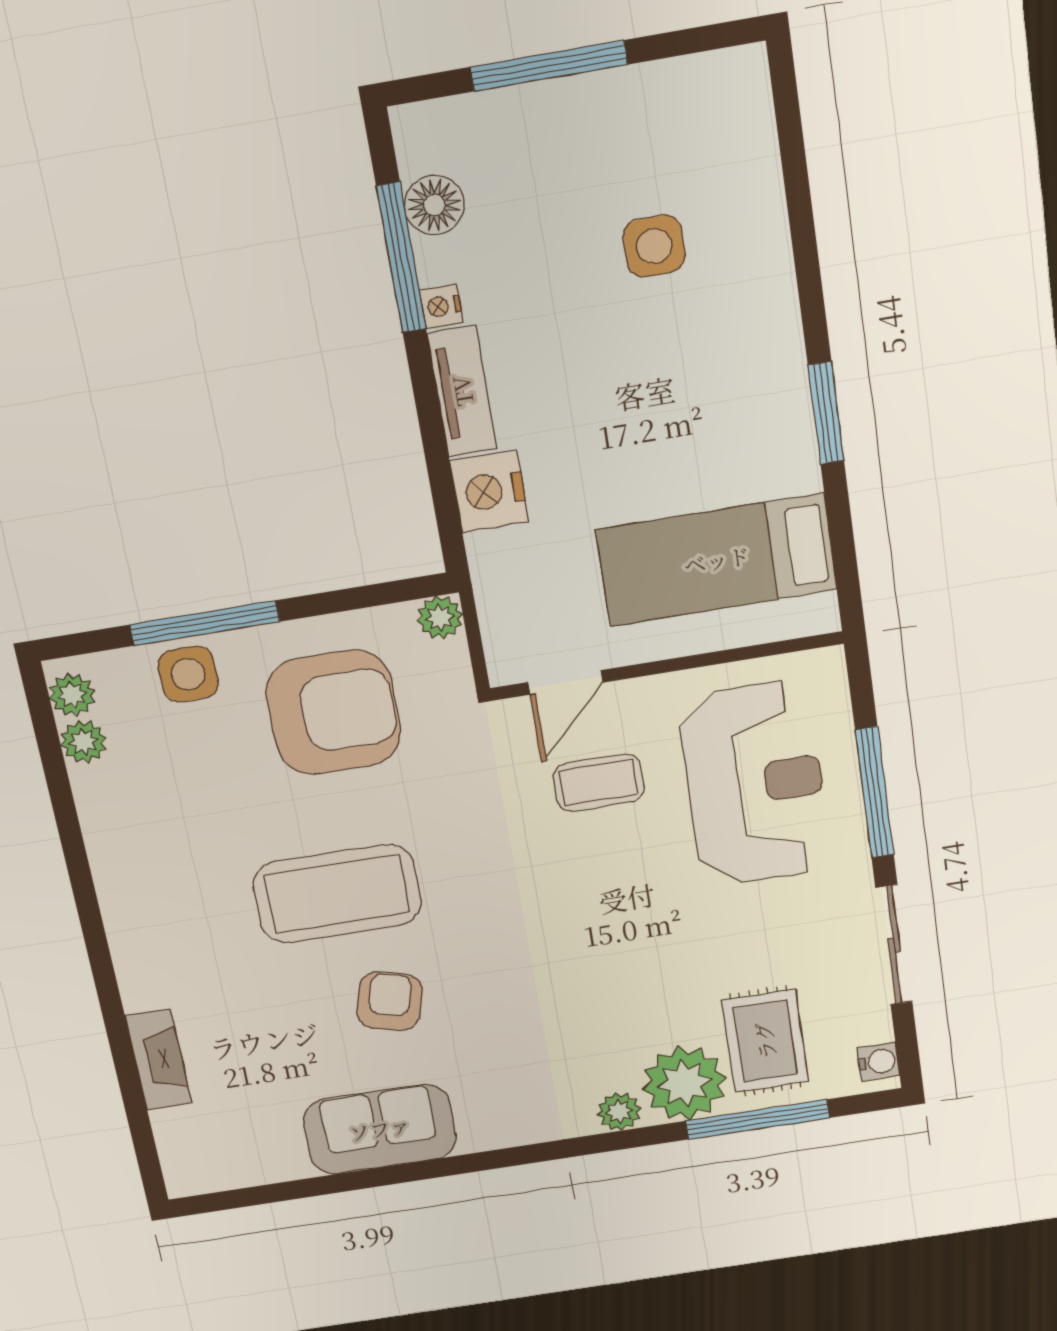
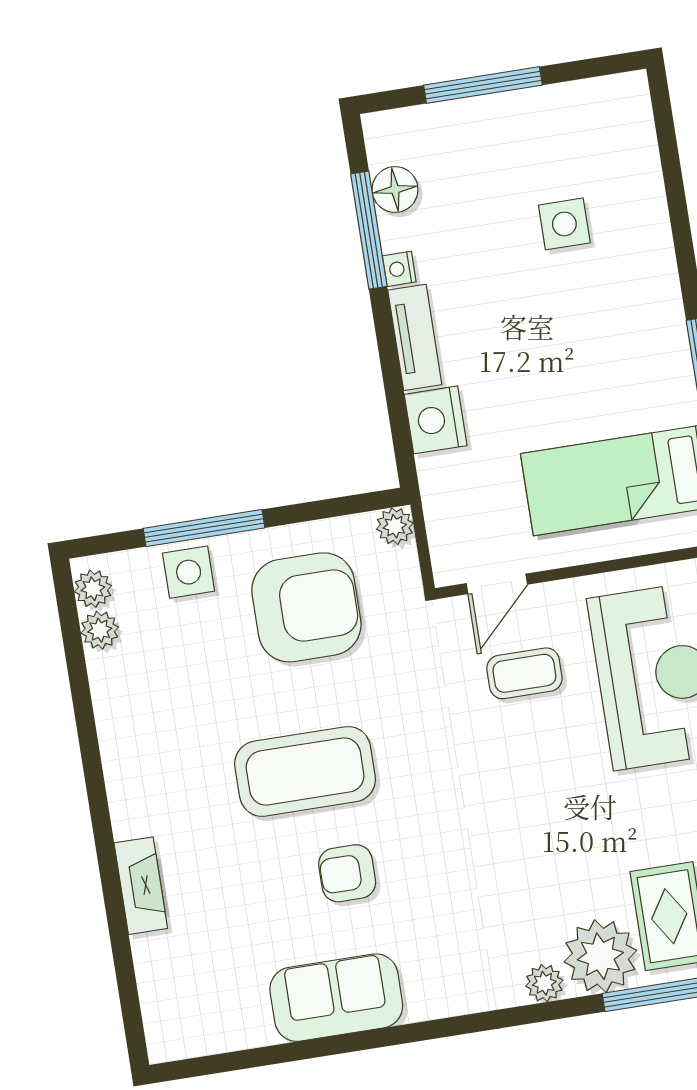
armchair: (389, 1001) -> (347, 873), turned -105
fireplace: (159, 1060) -> (141, 886), moved

